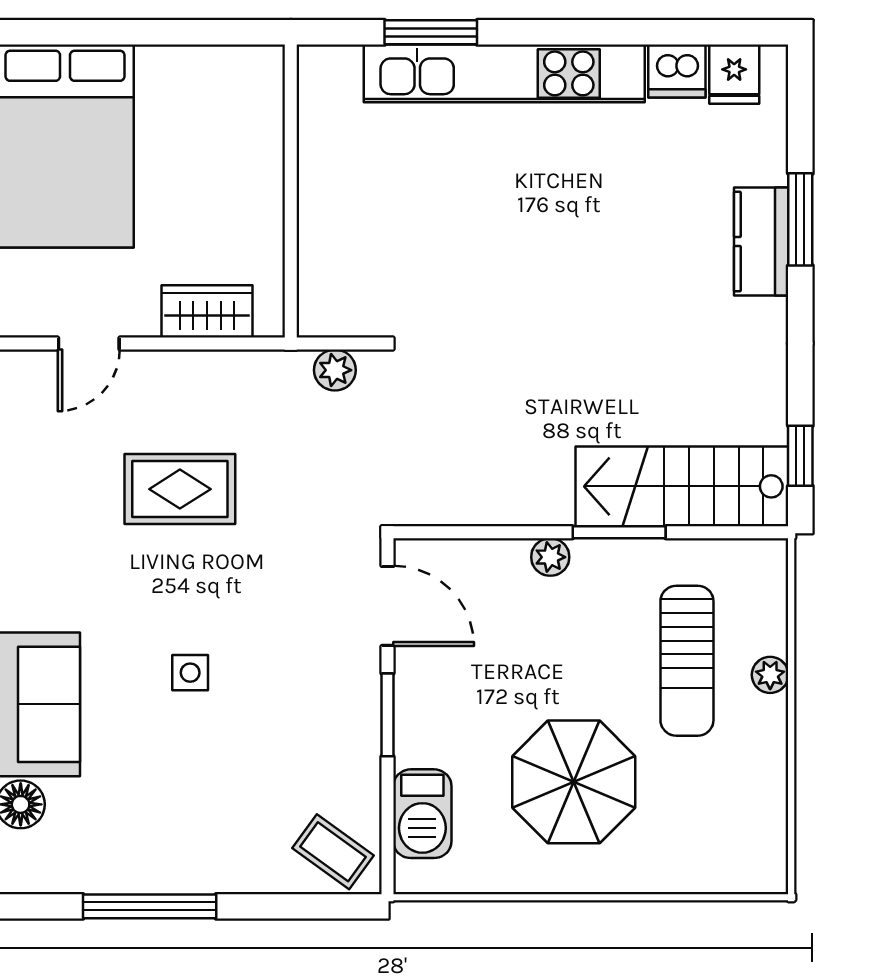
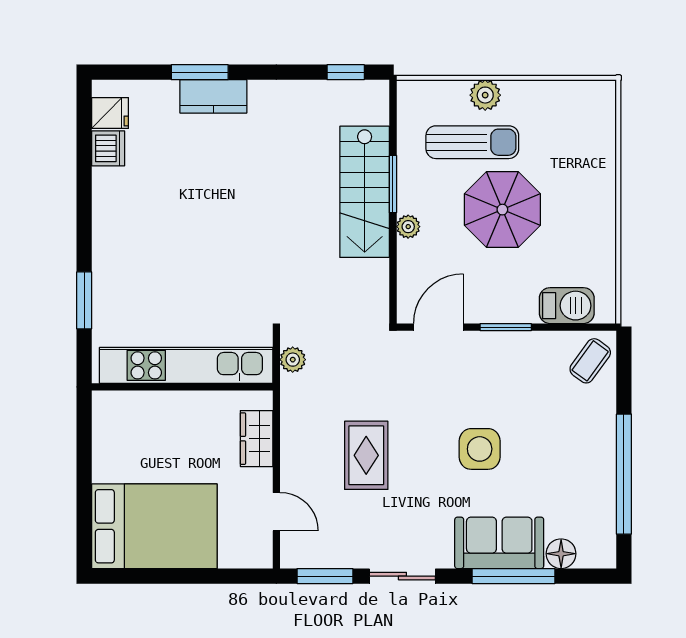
kitchen unit: (504, 73) -> (186, 365), moved, turned -90
stairs: (682, 486) -> (365, 192), moved
side table: (190, 673) -> (480, 449), width x1.87, depth x1.87
plant: (770, 675) -> (485, 95), width x1.38, depth x1.38
parasol: (574, 782) -> (502, 210), moved
window: (150, 906) -> (624, 474), width x1.46

